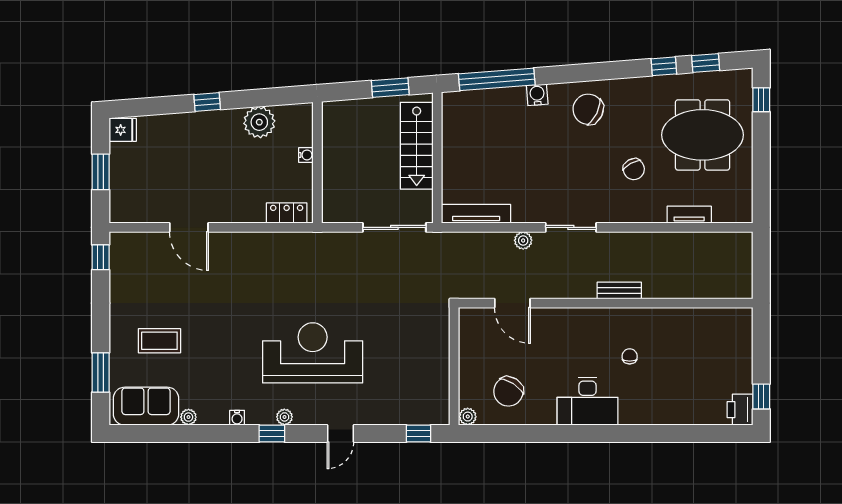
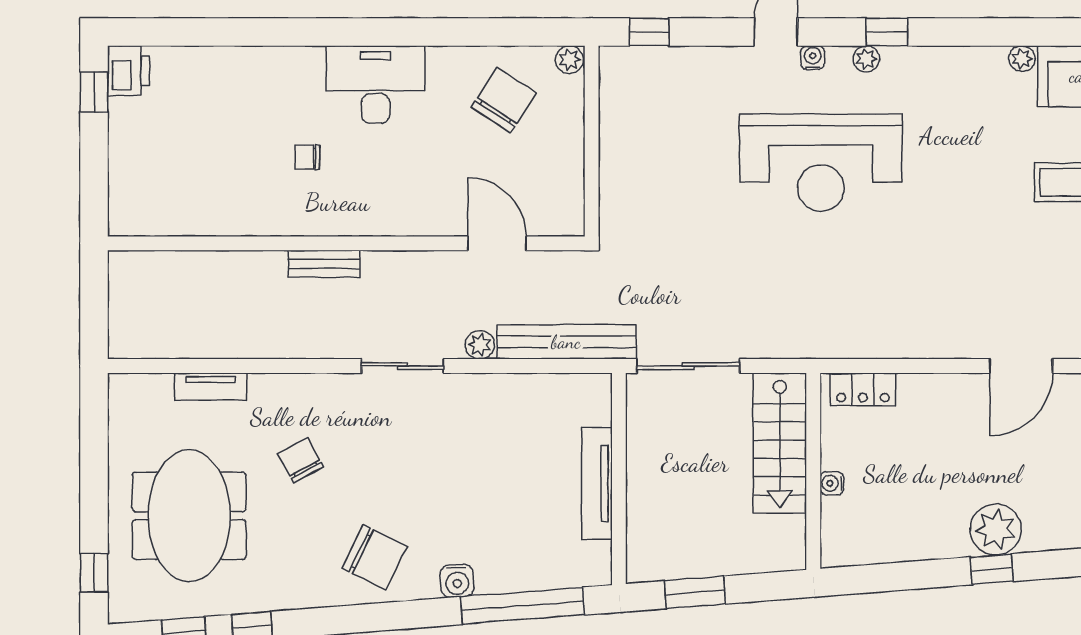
plant: (259, 122) -> (996, 530), moved
meeting table: (703, 135) -> (189, 516), turned 90
stairs: (417, 146) -> (780, 443), moved, turned 180
tv unit: (476, 214) -> (597, 483), moved, turned 90
door: (189, 227) -> (1021, 366), swing flipped
bench: (470, 242) -> (566, 342), added
chair: (630, 356) -> (307, 157), turned 90
water cooler: (237, 418) -> (813, 58), moved

